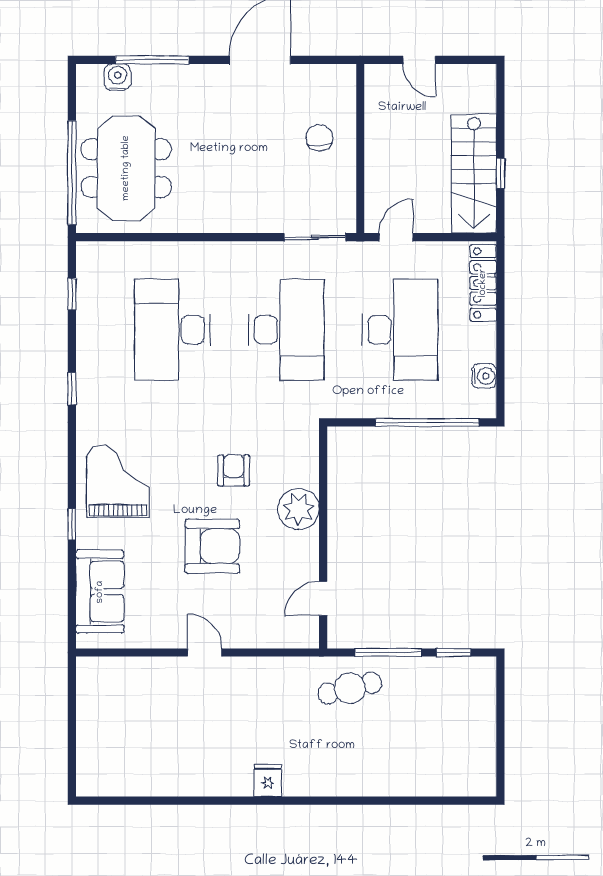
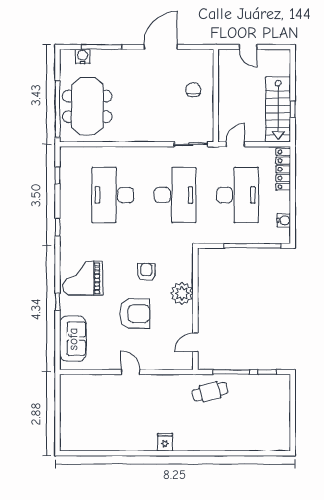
grand piano: (118, 481) -> (83, 278), turned -90

